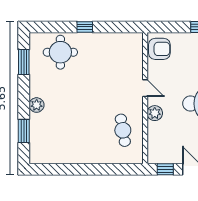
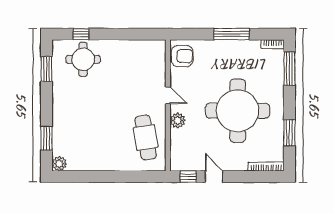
window: (85, 27) -> (81, 34), moved
plant: (37, 105) -> (59, 164), moved
cafe table: (123, 130) -> (146, 138), width x1.37, depth x1.35

